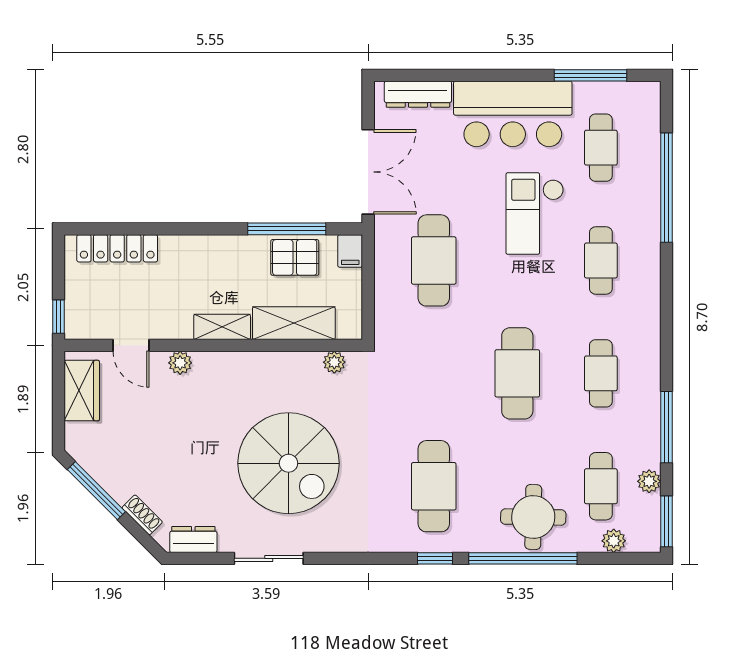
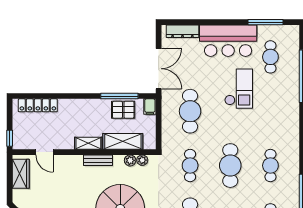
checkout: (535, 214) -> (239, 89), turned 180
cafe table: (601, 260) -> (190, 166), moved
bench: (242, 362) -> (98, 160), added
plant: (180, 363) -> (130, 160), moved

